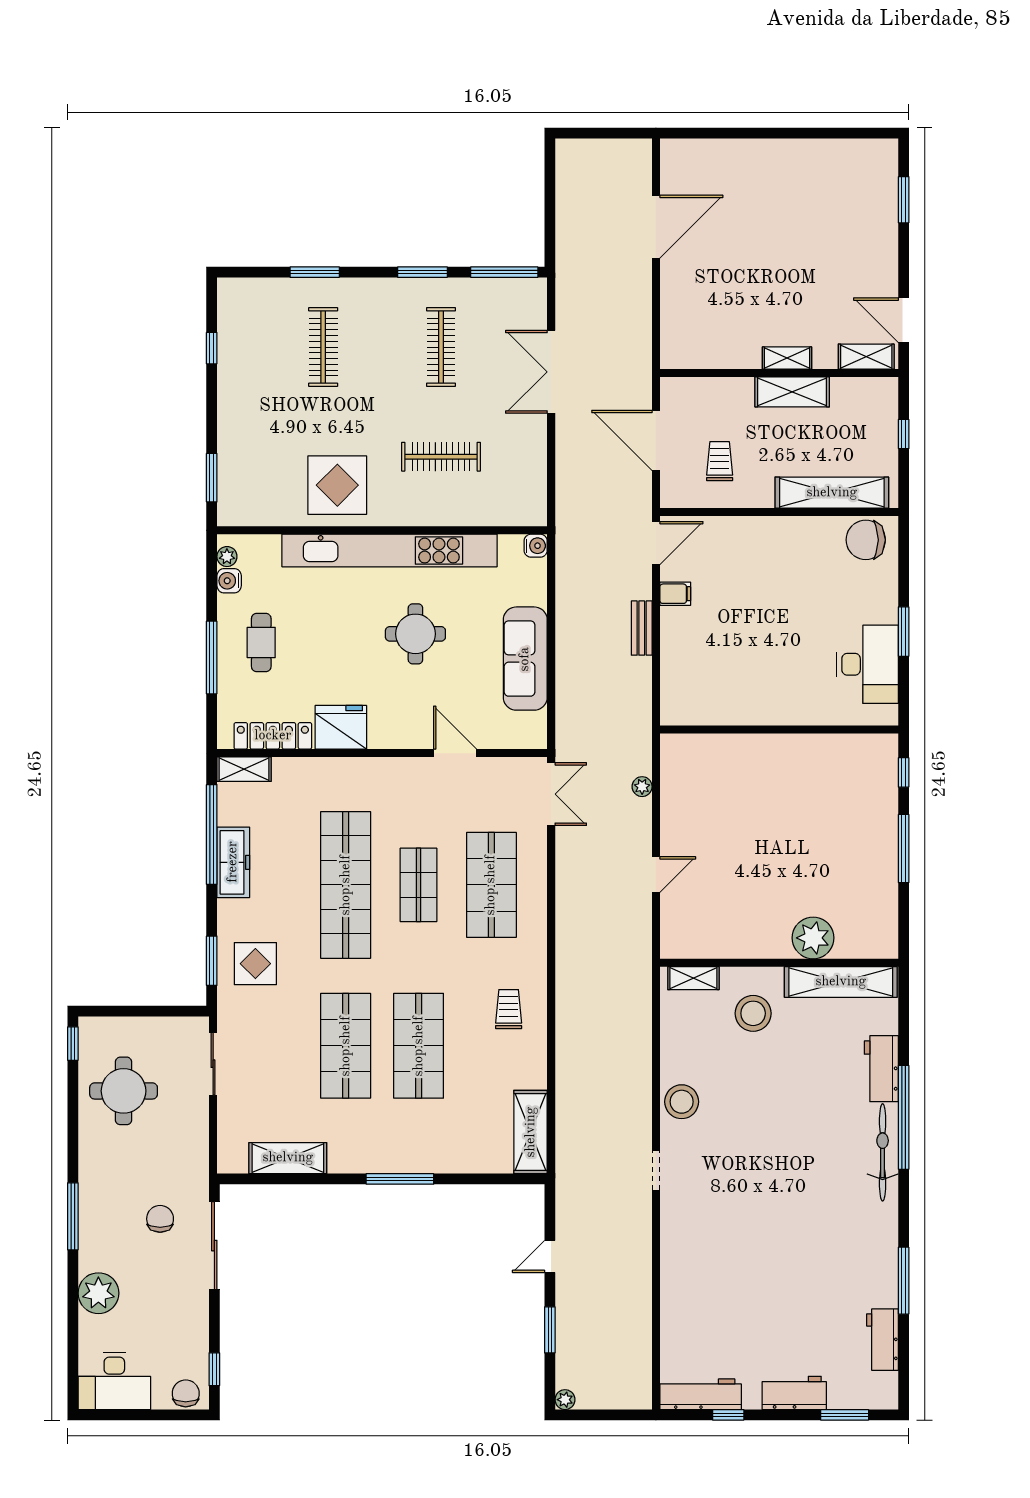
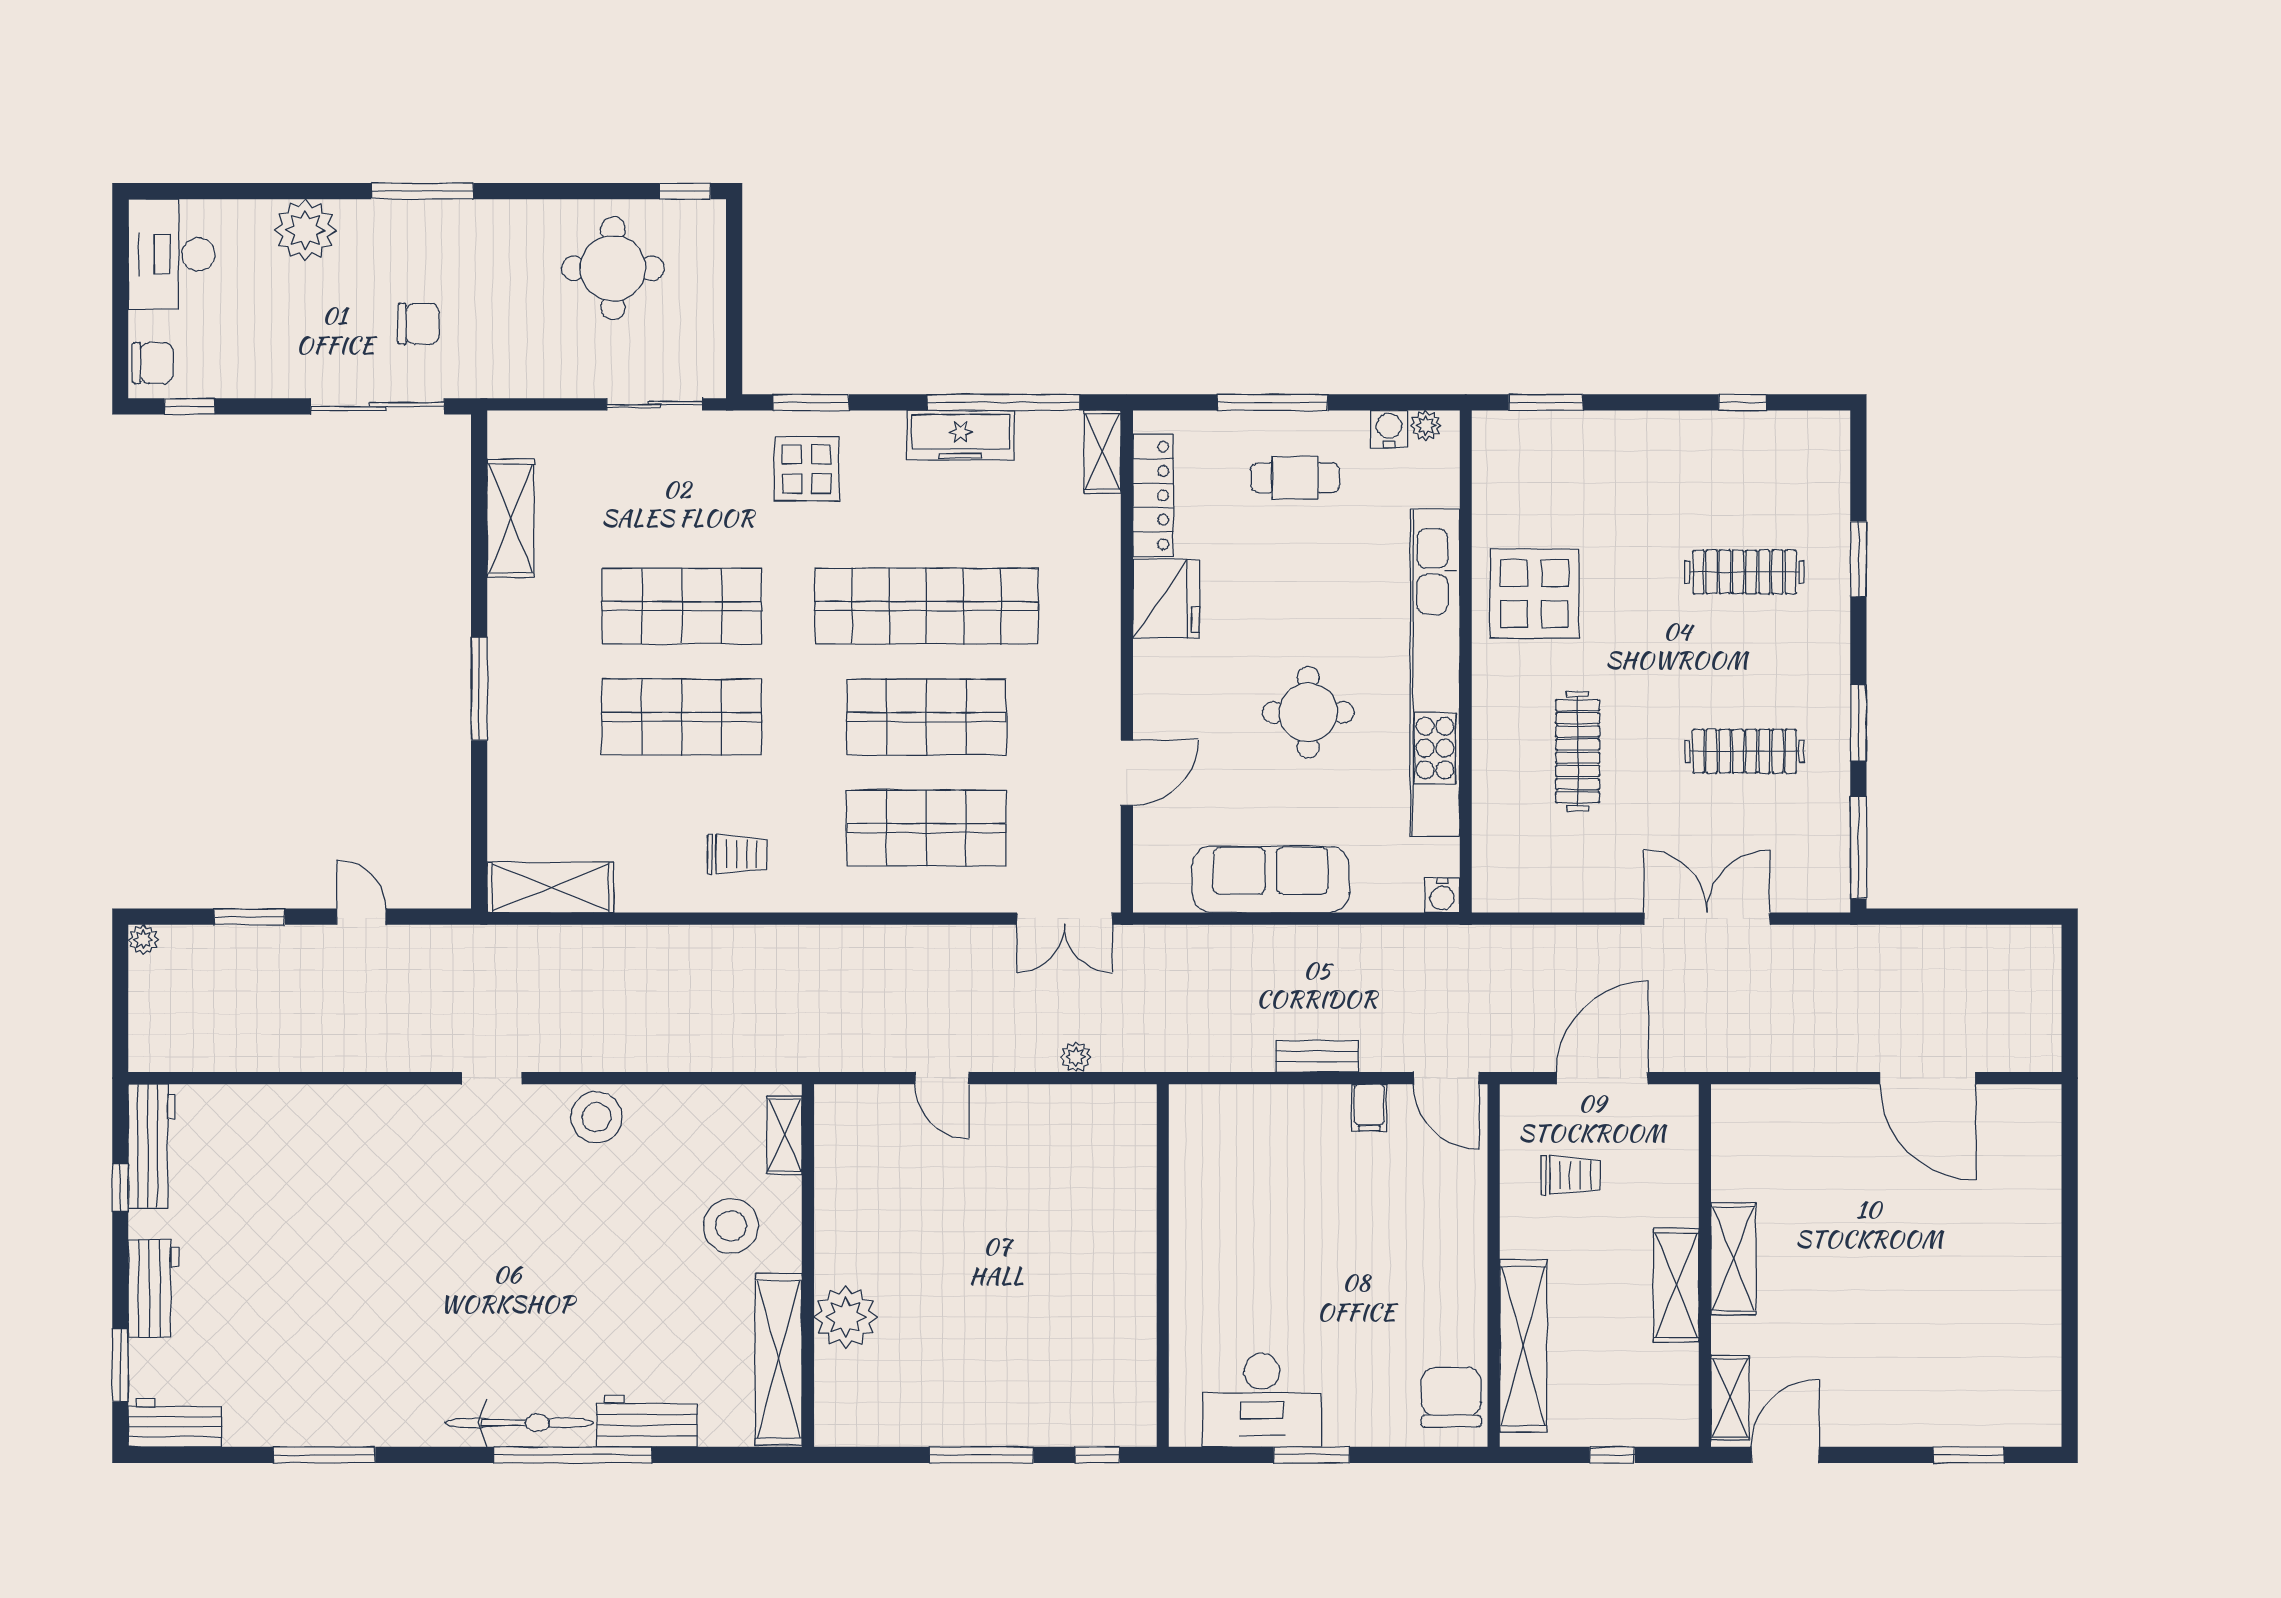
shelving: (787, 358) -> (1733, 1259), width x1.50, depth x1.33
shop shelf: (419, 885) -> (926, 717), width x1.43, depth x1.36
workbench: (883, 1340) -> (175, 1423), moved

